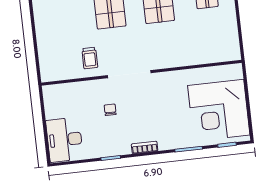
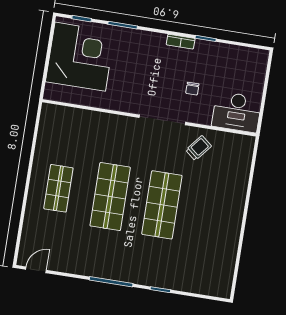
trolley: (90, 58) -> (199, 148), turned 39
desk: (65, 140) -> (237, 112), moved, turned 90
bookcase: (145, 147) -> (181, 42), moved

